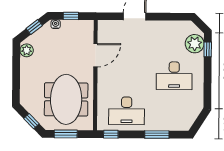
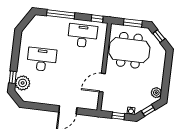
meeting table: (66, 99) -> (129, 50), turned 90
window: (157, 135) -> (61, 14), width x1.44

